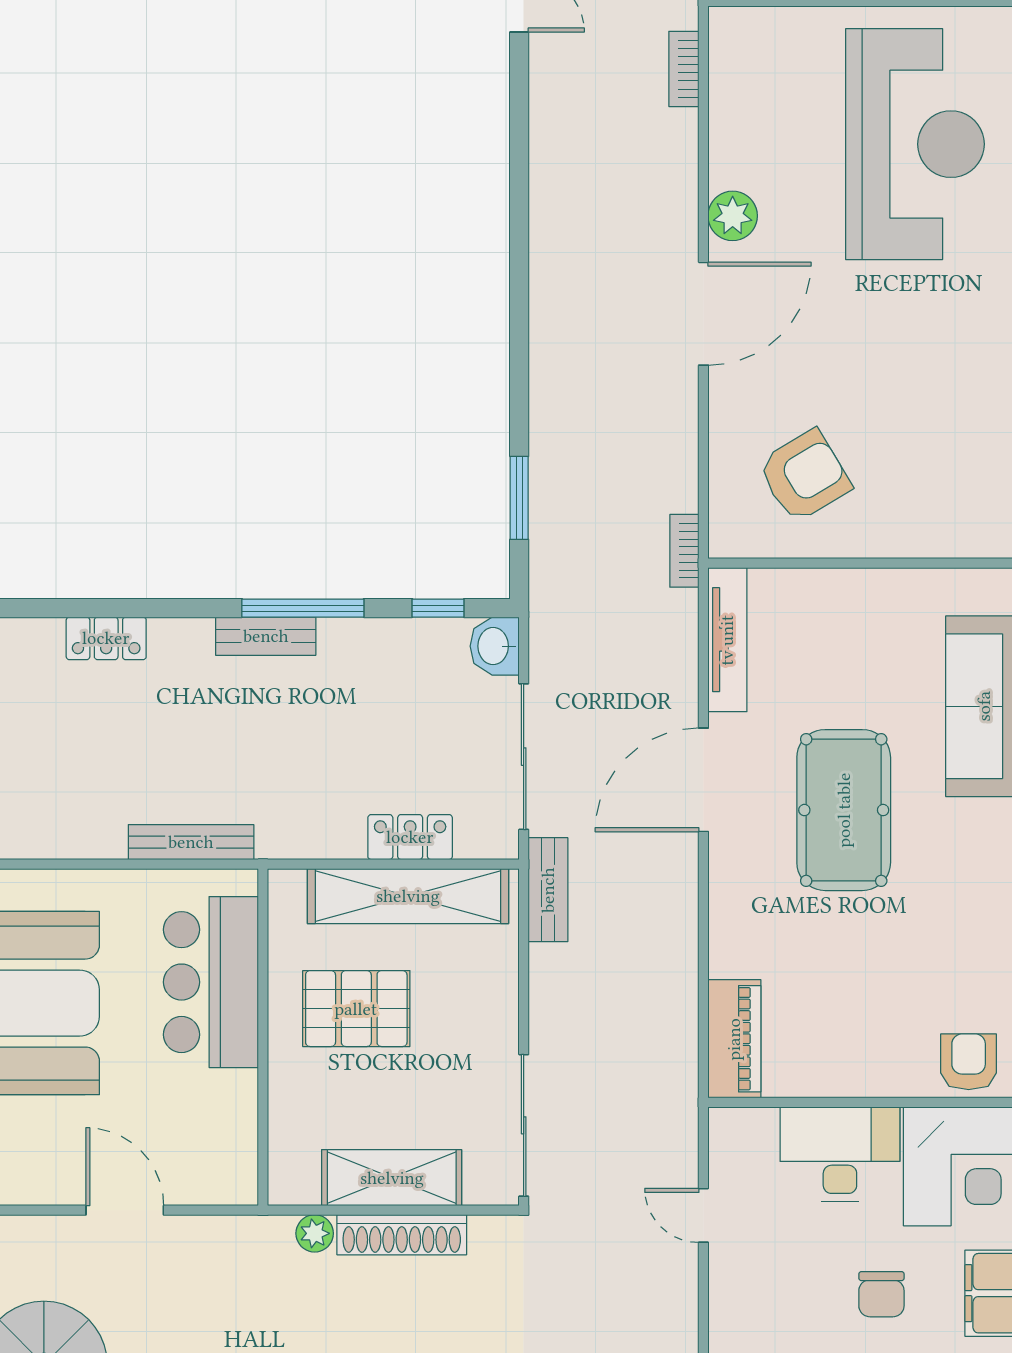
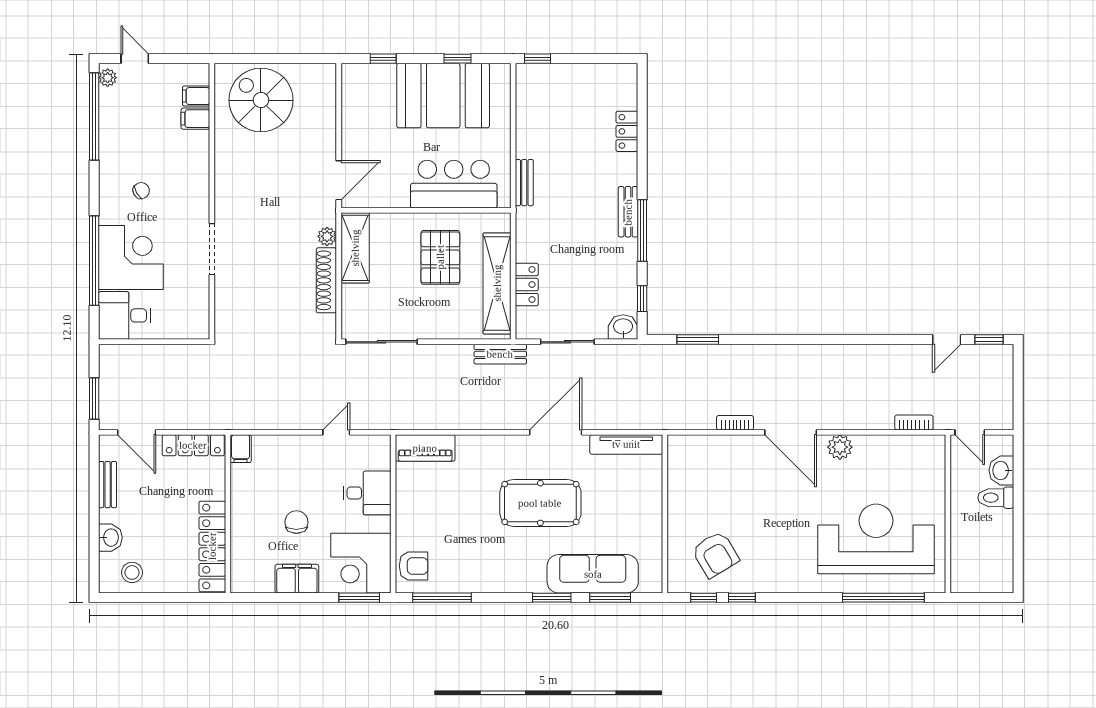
reception desk: (915, 144) -> (876, 539), turned 180
armchair: (804, 476) -> (715, 554), moved
bookcase: (684, 551) -> (735, 423), moved
sliding door: (524, 757) -> (567, 342), width x0.73
door: (703, 780) -> (556, 432), hinge flipped
bench: (191, 842) -> (524, 183), width x0.73
desk: (840, 1154) -> (367, 493), width x0.73
shelving: (392, 1178) -> (355, 248), moved
door: (125, 1210) -> (339, 180), moved
chair: (881, 1294) -> (296, 522), turned 90

